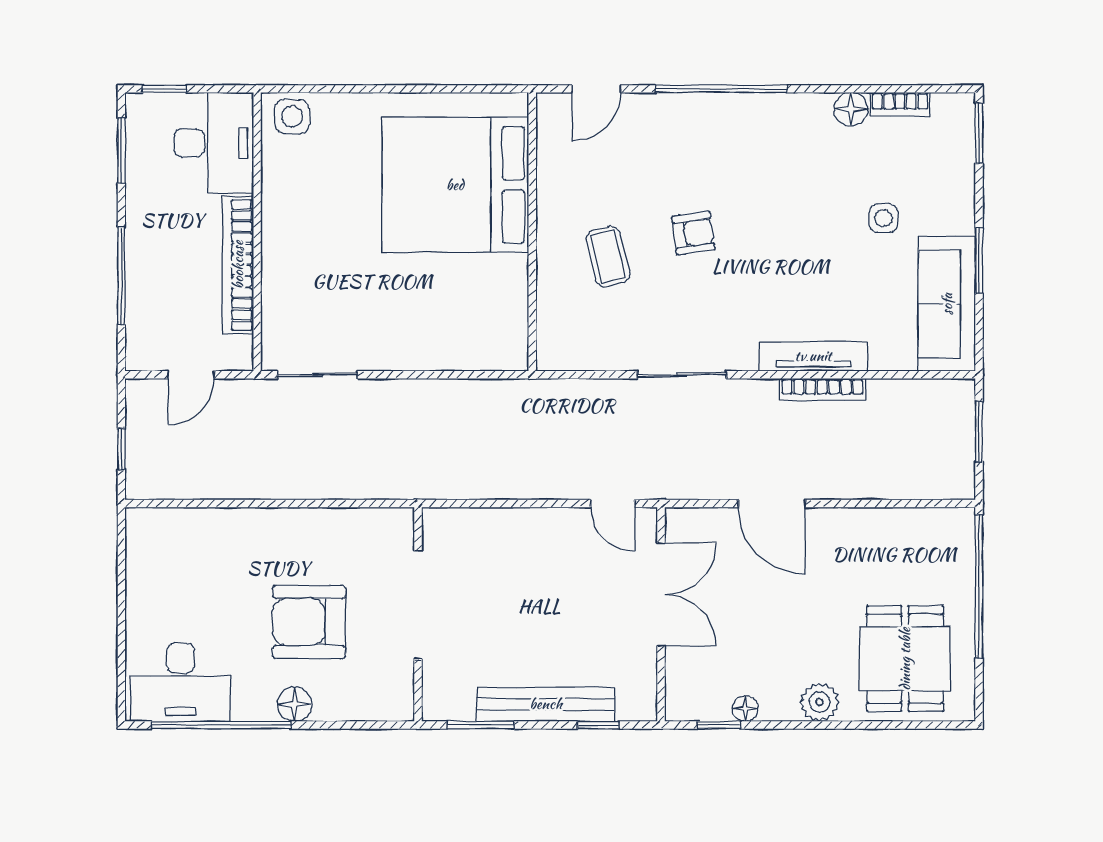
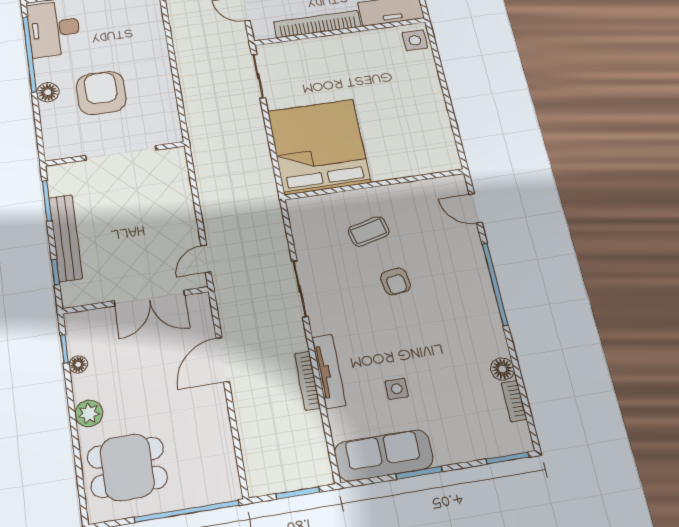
bed: (455, 185) -> (319, 147), moved
side table: (883, 218) -> (397, 389), moved

